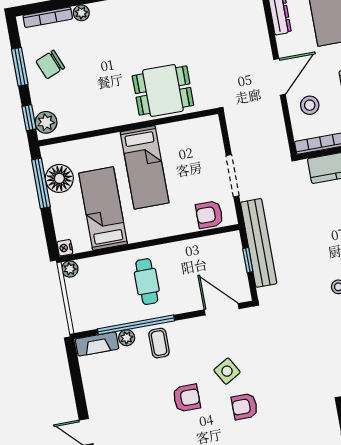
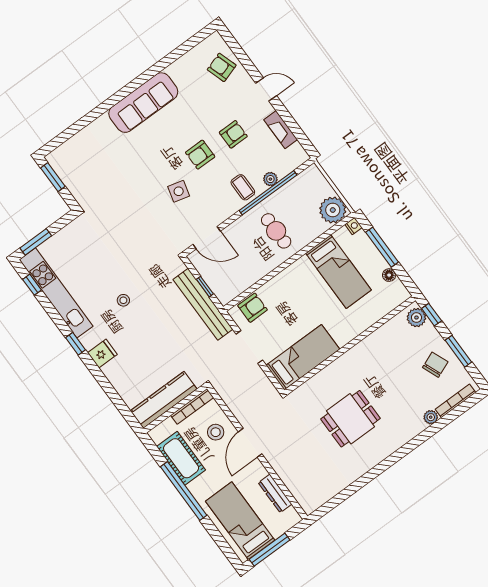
dining table: (163, 91) -> (350, 419), moved
bed: (145, 167) -> (303, 357), moved, turned 90
floor lamp: (59, 178) -> (389, 275), width x0.53, depth x0.53
window: (41, 183) -> (382, 247), moved
plant: (70, 269) -> (333, 210), width x1.88, depth x1.88
fireplace: (97, 344) -> (281, 130), moved, turned -90
side table: (227, 371) -> (179, 191), turned 45
armchair: (245, 406) -> (233, 134), moved

